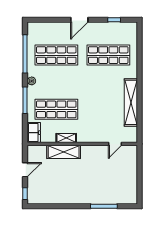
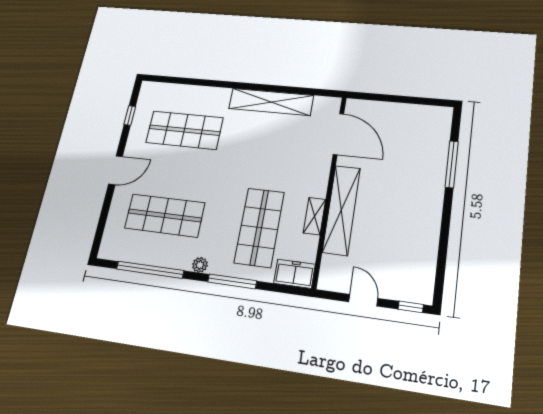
door: (79, 20) -> (116, 170), hinge flipped
shop shelf: (56, 55) -> (165, 215), turned 90
shop shelf: (108, 55) -> (184, 130), turned 90
door: (115, 144) -> (338, 134), width x1.88
shelving: (64, 152) -> (341, 210), width x1.47

